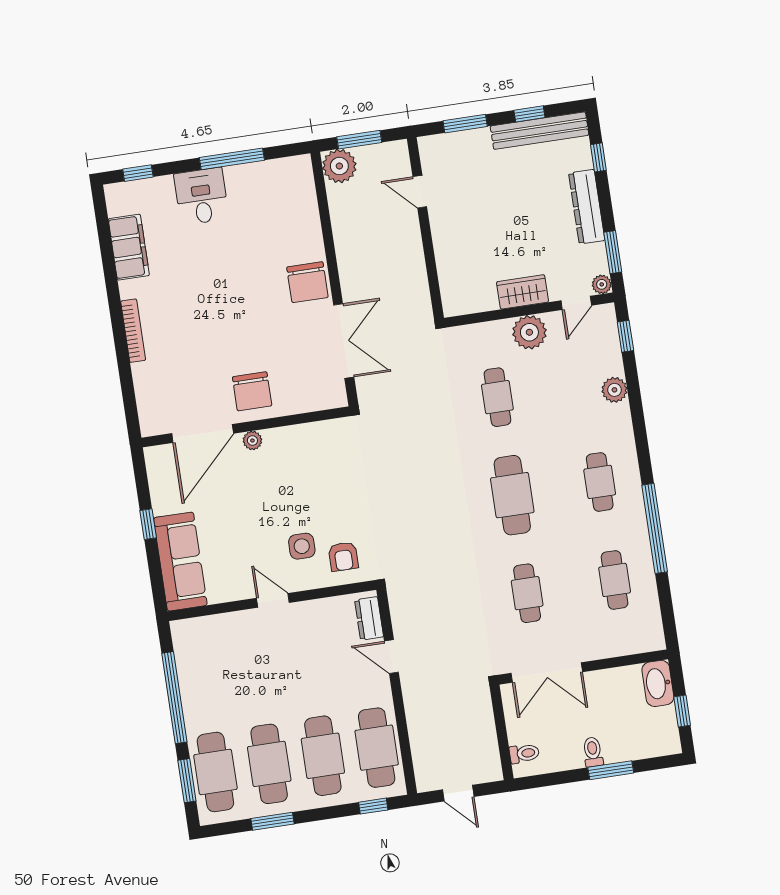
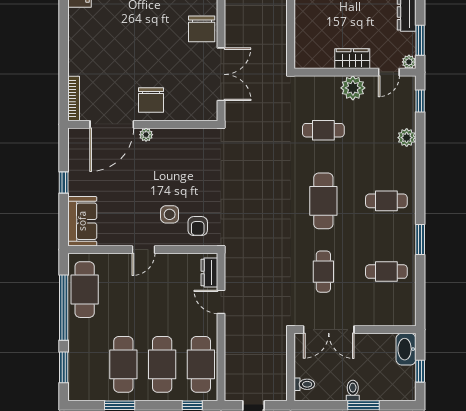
bookcase: (133, 331) -> (74, 98), moved
cafe table: (497, 397) -> (323, 130), turned 90
cafe table: (600, 482) -> (386, 201), turned 90
window: (655, 528) -> (420, 240), width x0.47
sofa: (180, 562) -> (82, 221), width x0.73
cafe table: (615, 580) -> (386, 272), turned 90
door: (273, 600) -> (143, 250), swing flipped
cafe table: (215, 772) -> (85, 290), moved

